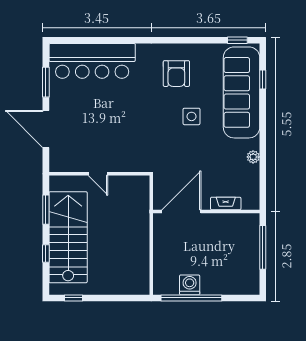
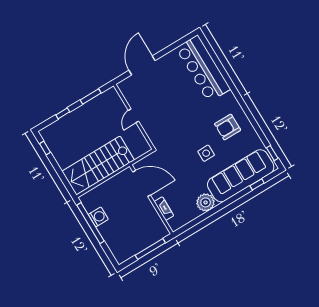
window: (46, 82) -> (172, 47), removed
plant: (253, 157) -> (206, 202), width x1.88, depth x1.88
stairs: (68, 237) -> (98, 166), moved, turned 180

